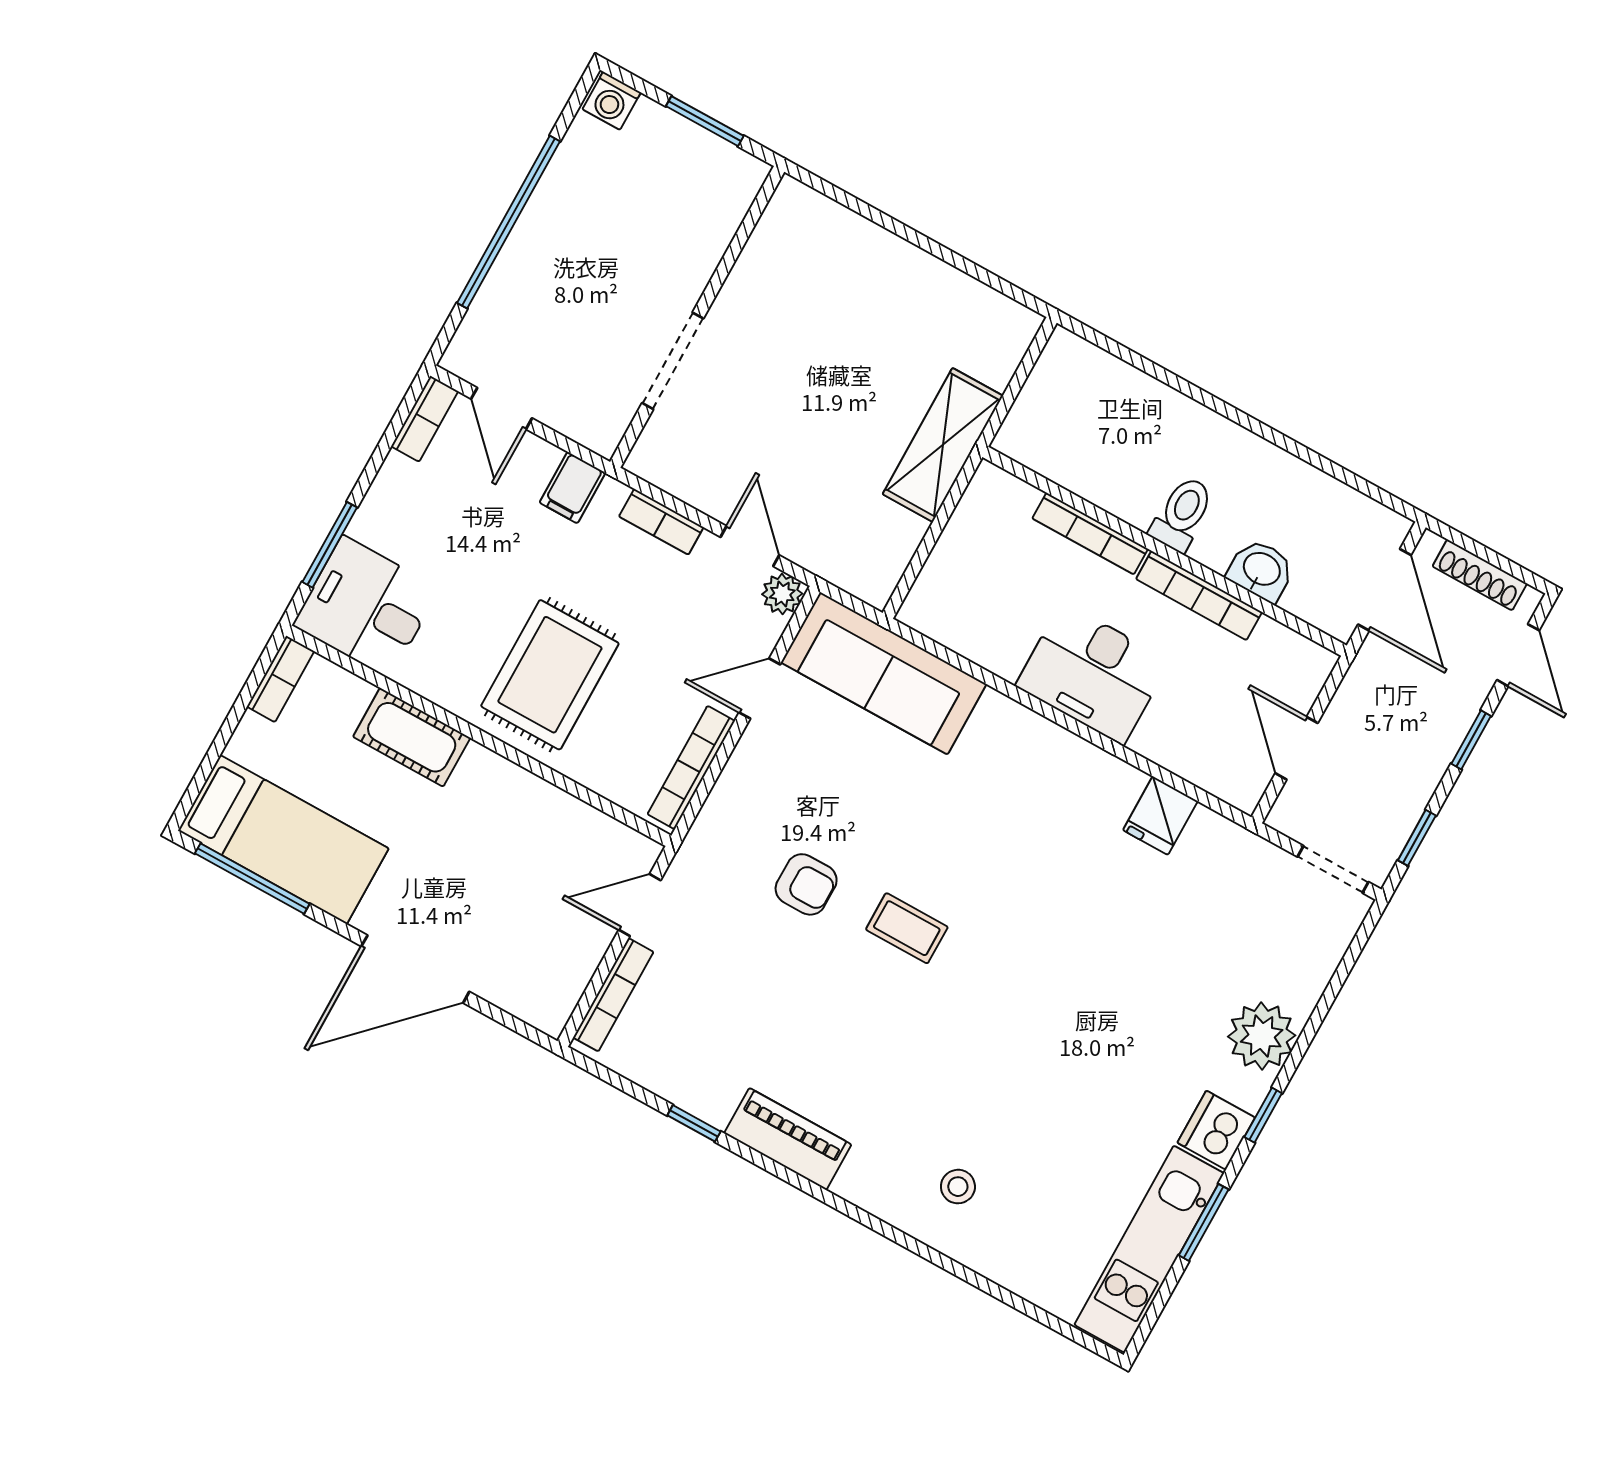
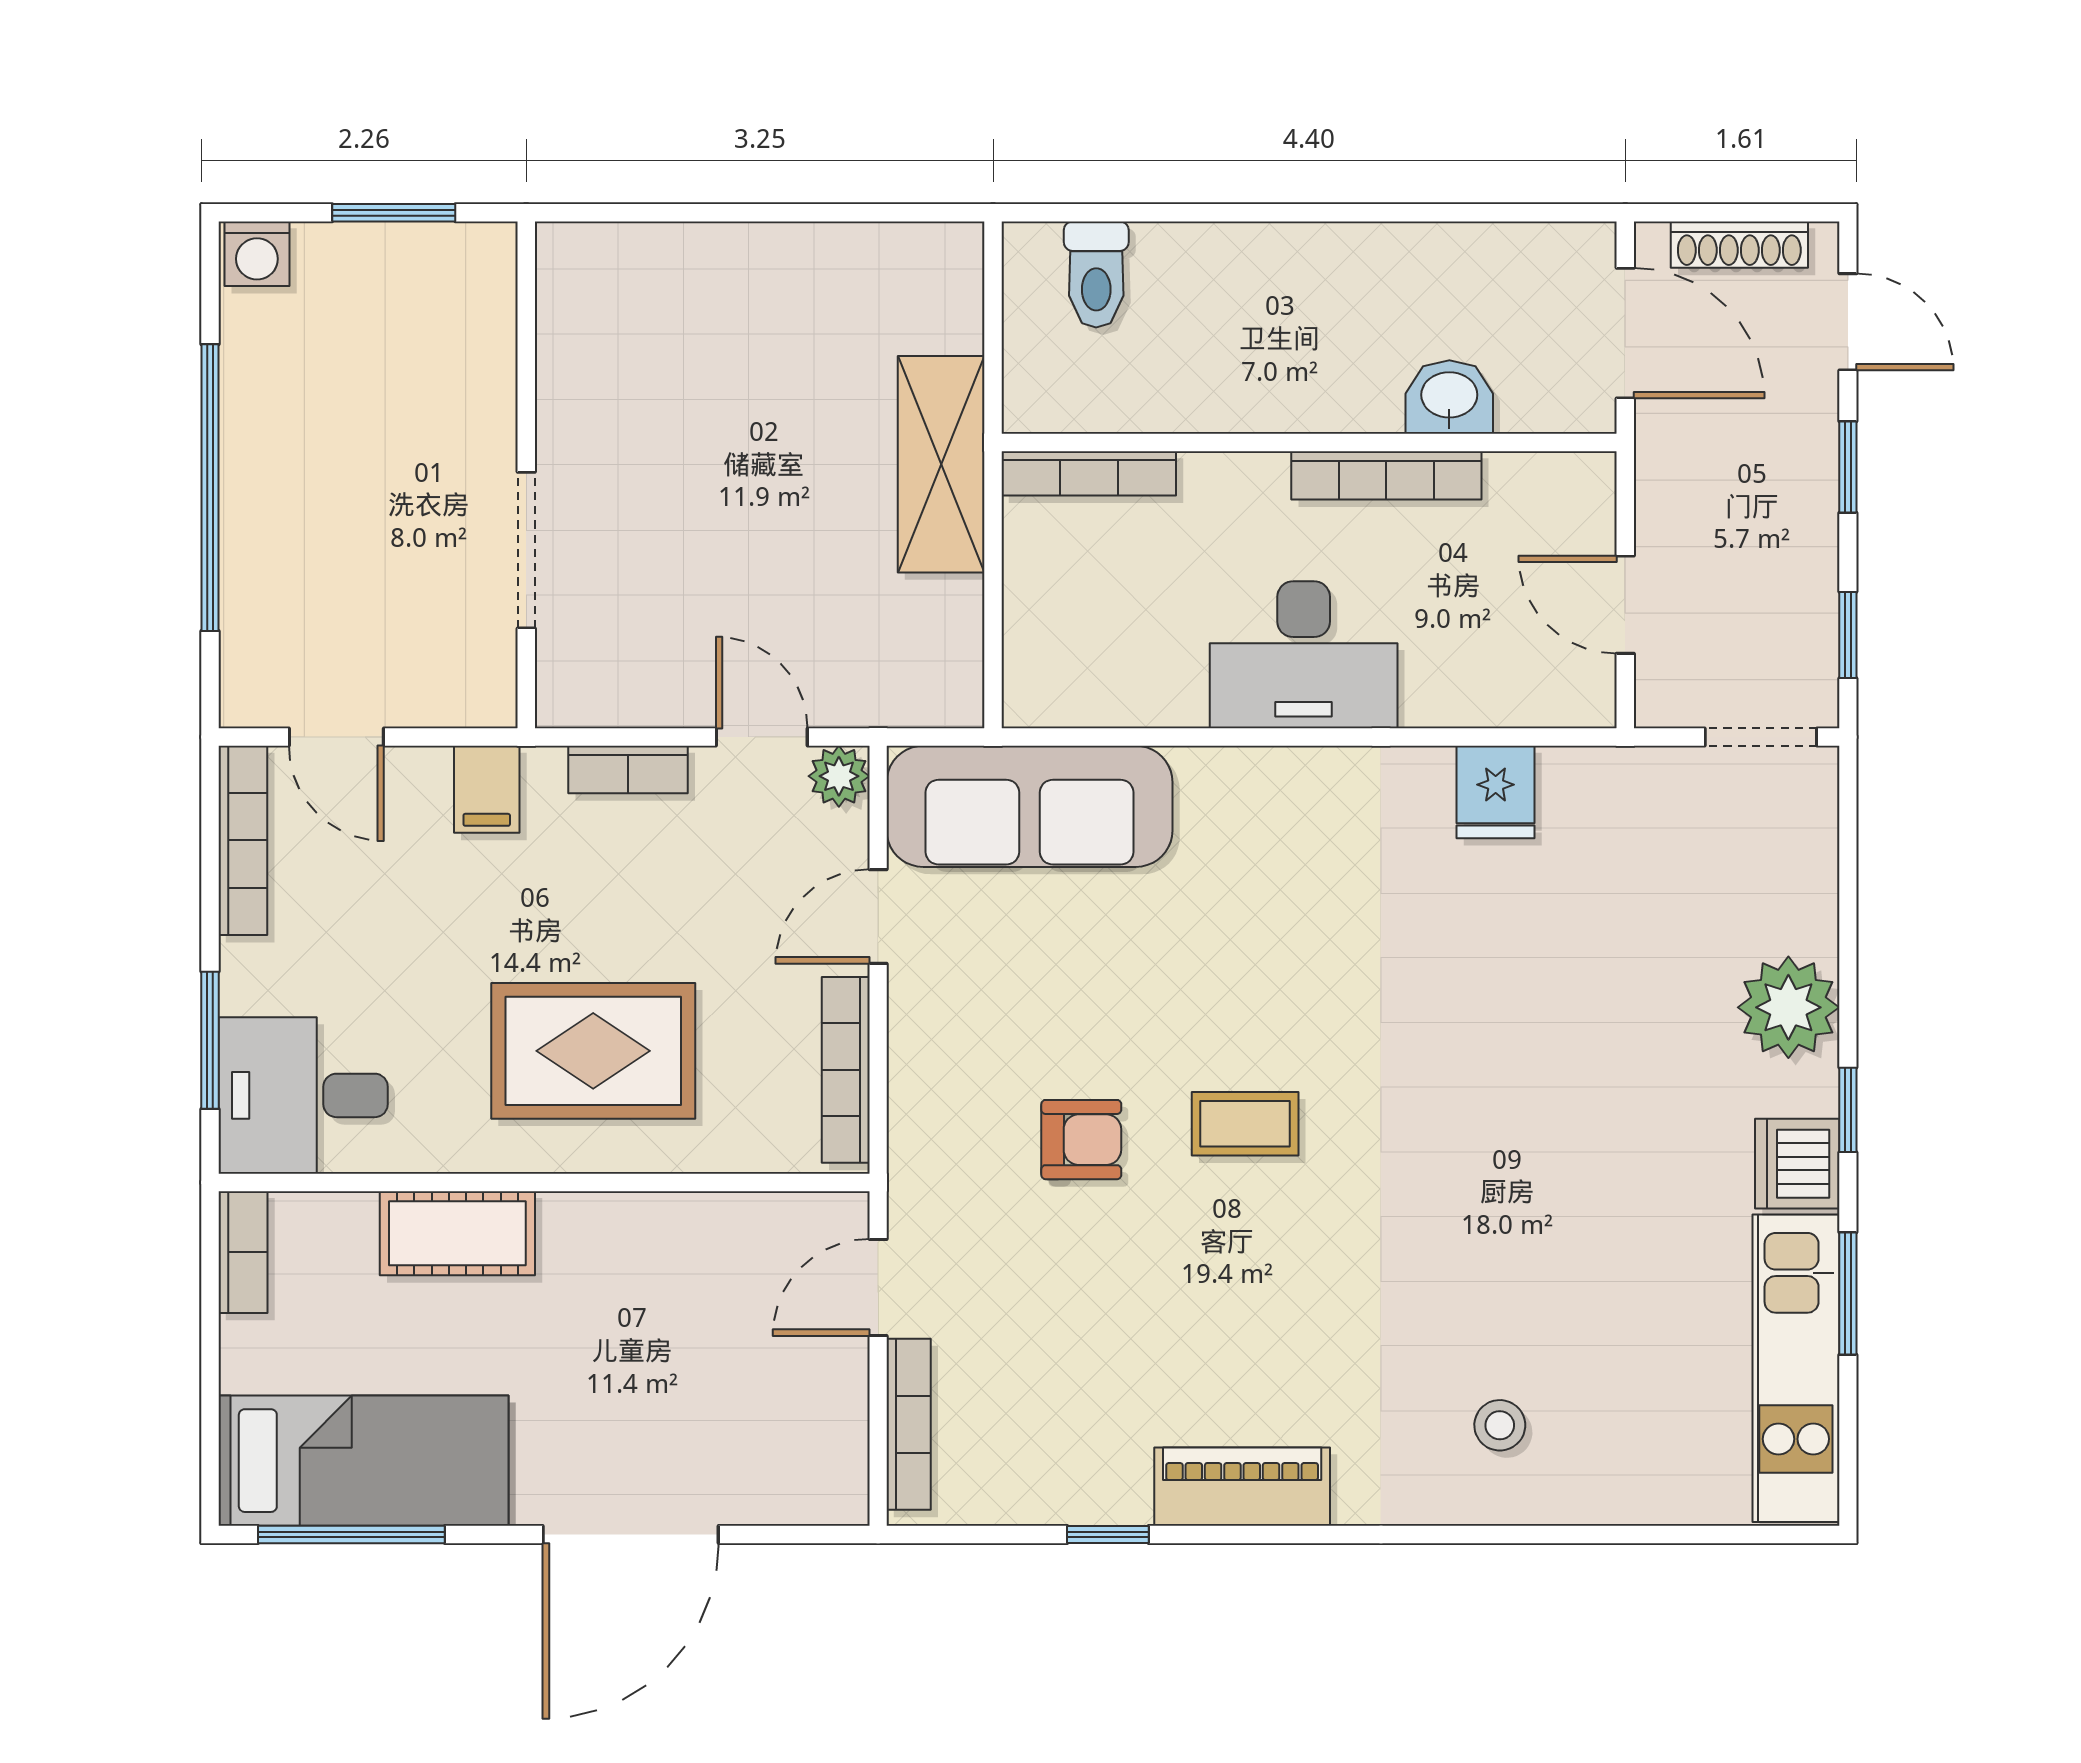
bookcase: (425, 419) -> (243, 840), width x1.56
toilet: (1182, 514) -> (1096, 274), moved, turned 180
bookcase: (1090, 534) -> (1089, 473), moved
rug: (550, 675) -> (593, 1051), turned 90

